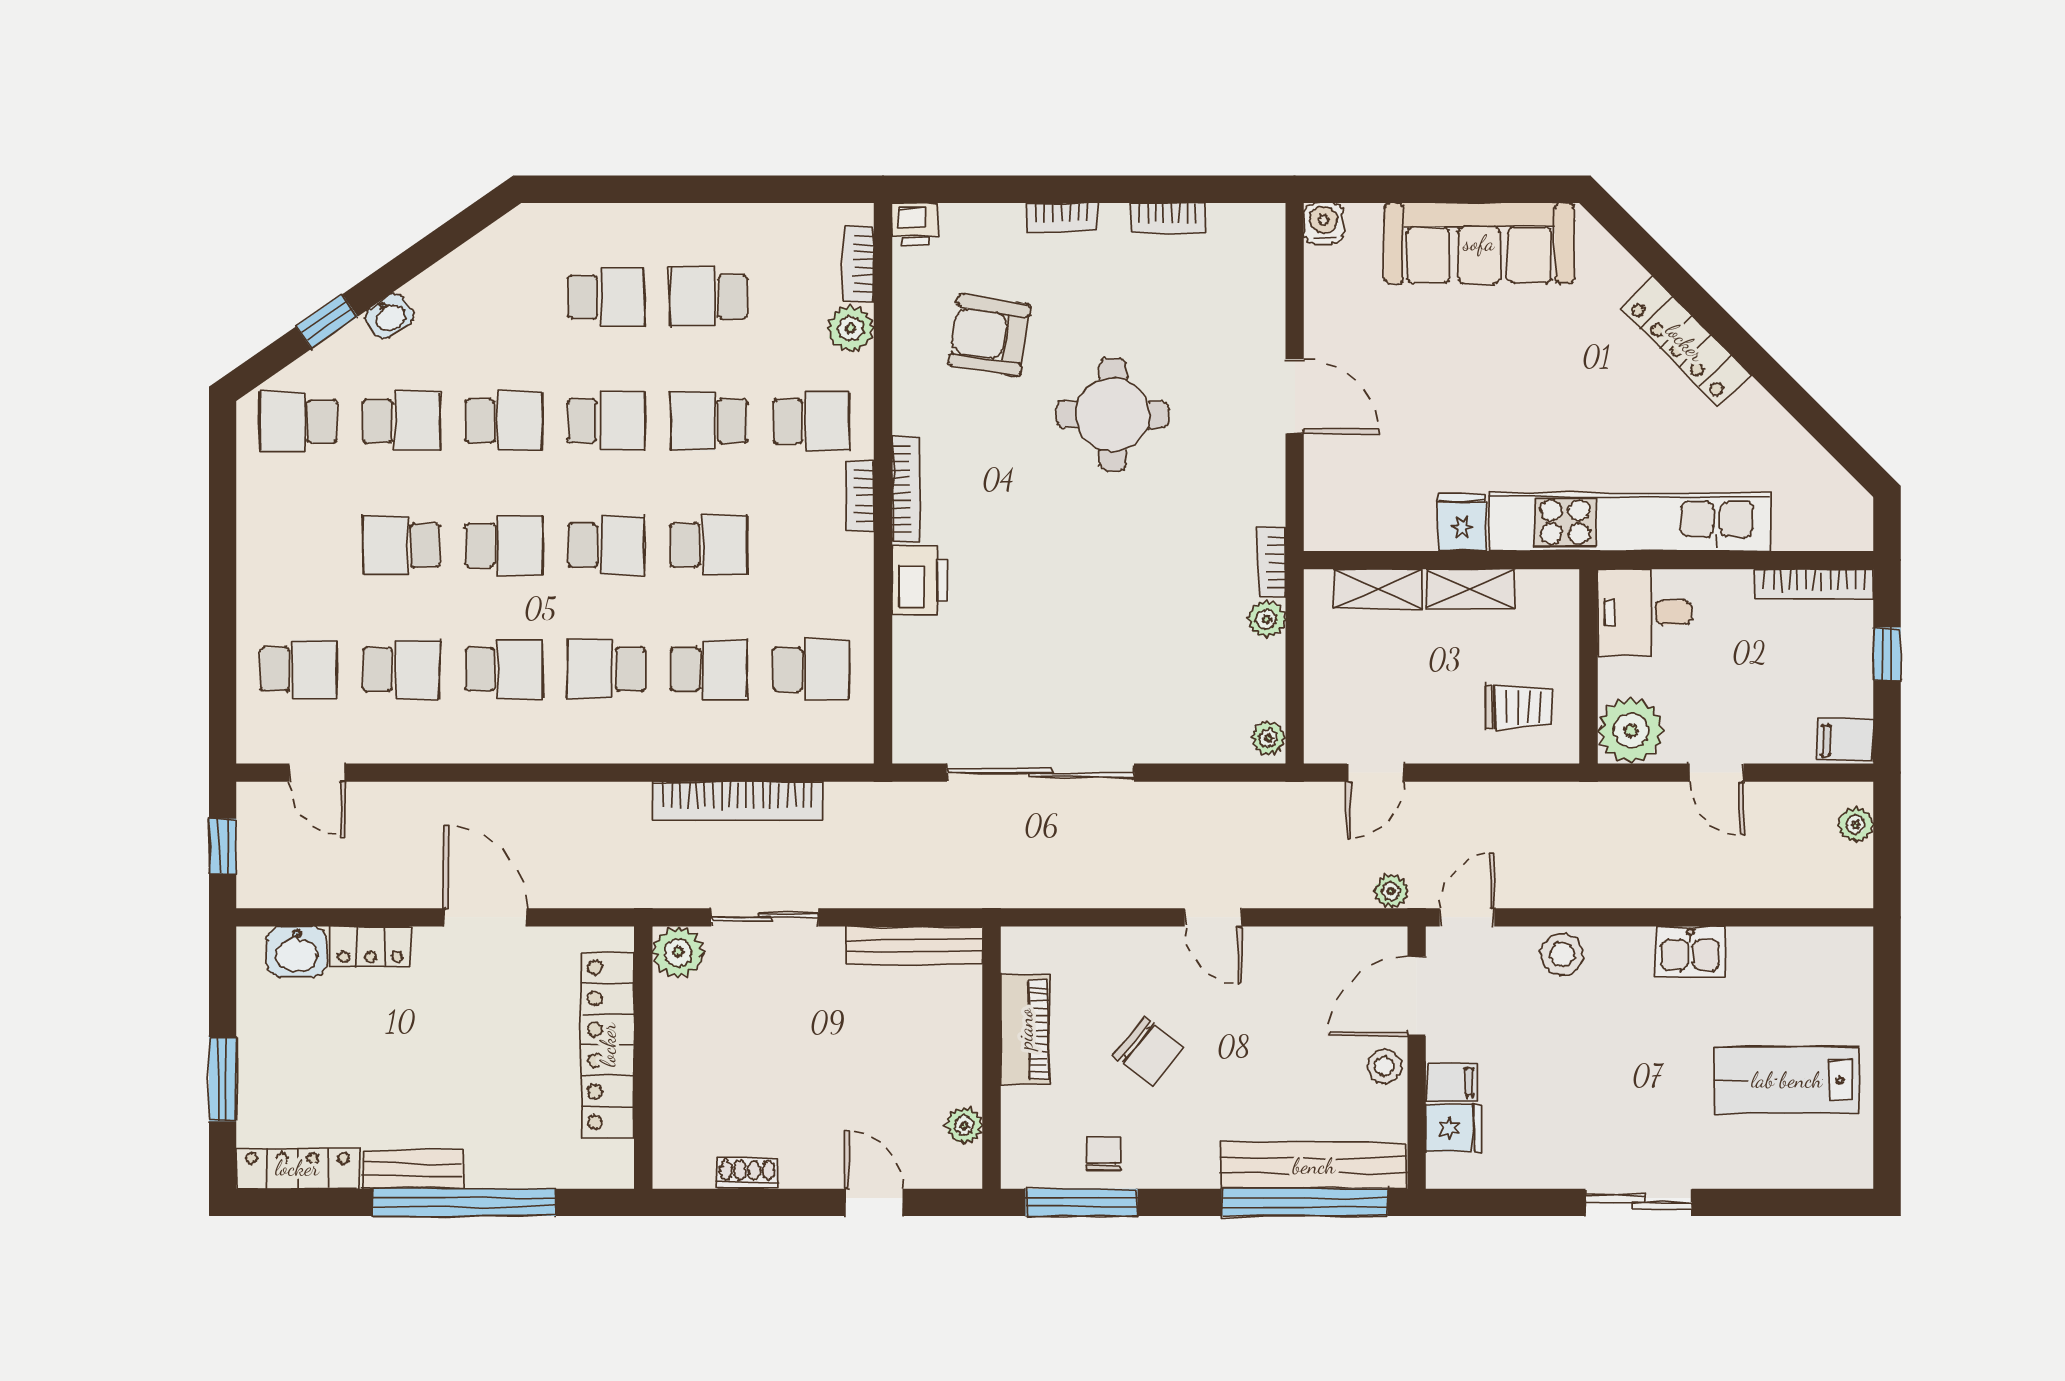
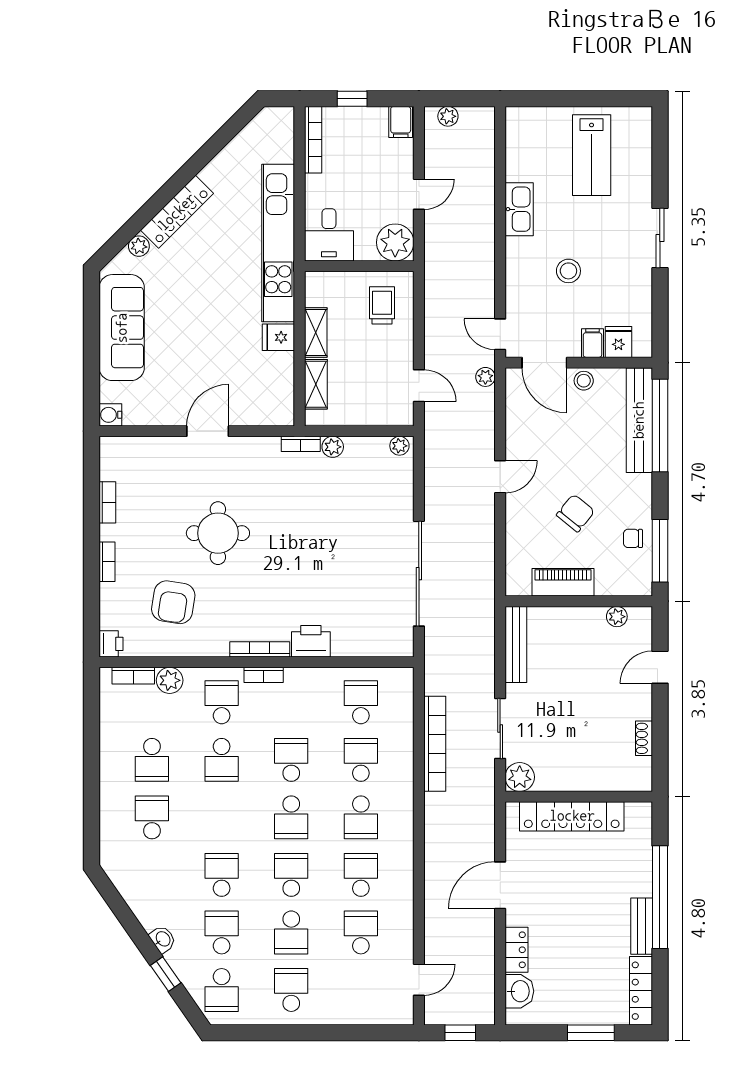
plant: (1624, 274) -> (139, 246), added
school desk: (606, 421) -> (222, 817), removed
school desk: (606, 545) -> (291, 817), turned 180
school desk: (299, 669) -> (291, 990), moved
kitchen sink: (1690, 951) -> (519, 209), width x1.38
stool: (1562, 954) -> (568, 271), moved

